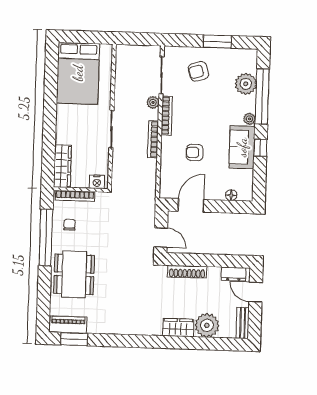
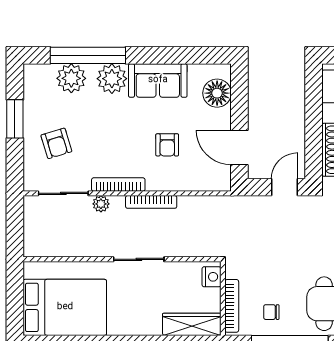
plant: (249, 119) -> (112, 79), width x1.88, depth x1.88
window: (260, 148) -> (158, 55), removed
floor lamp: (231, 195) -> (217, 93), width x1.89, depth x1.89

